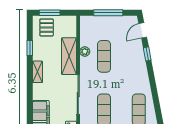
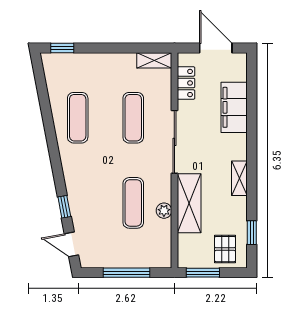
window: (50, 13) -> (203, 273), moved
door: (143, 30) -> (71, 244), swing flipped
window: (30, 48) -> (252, 233), moved

